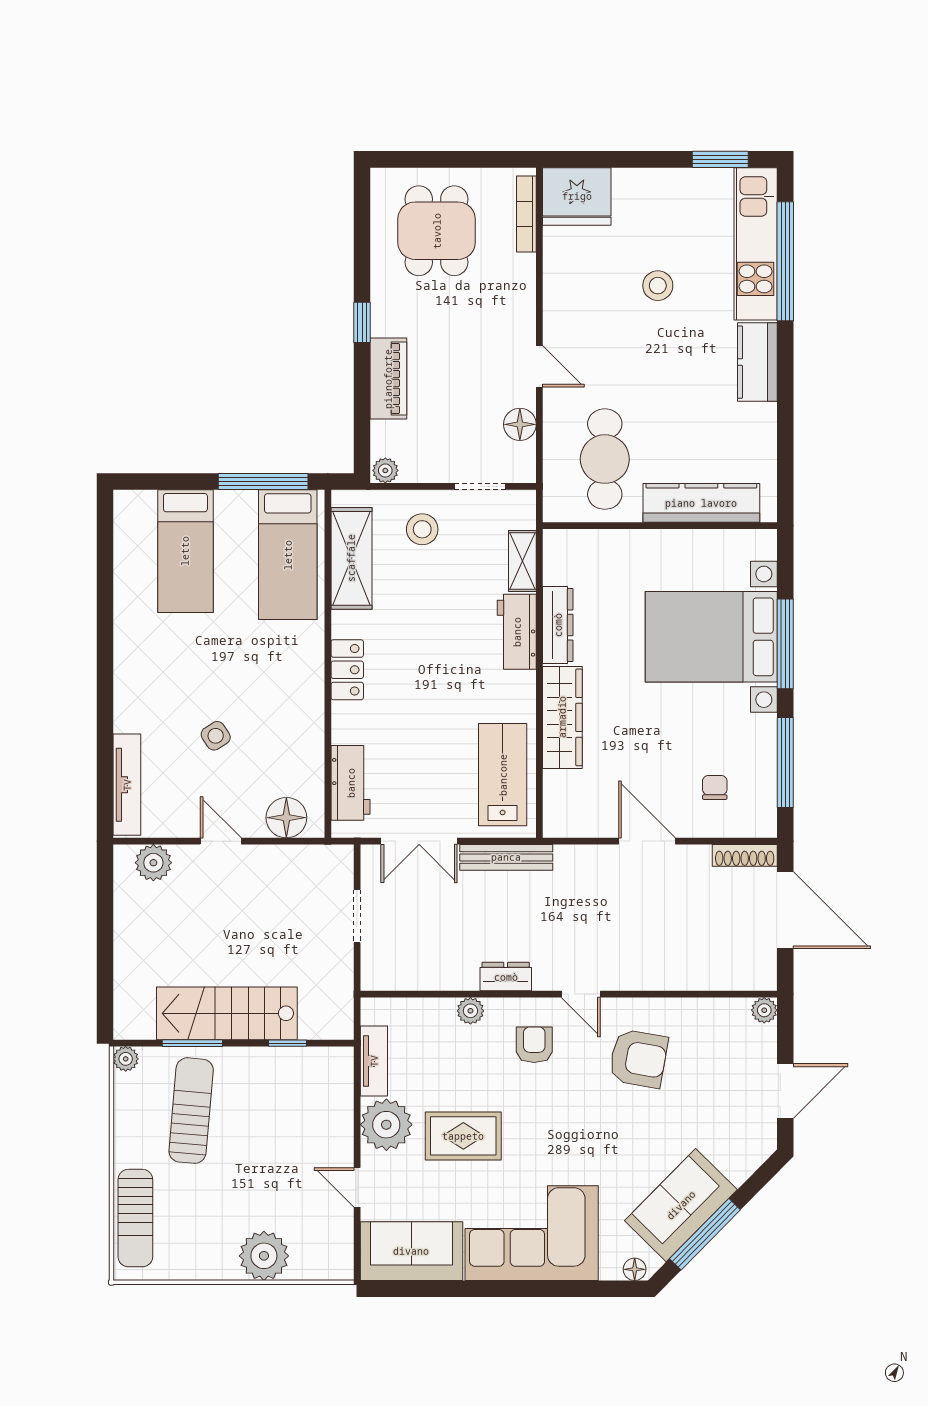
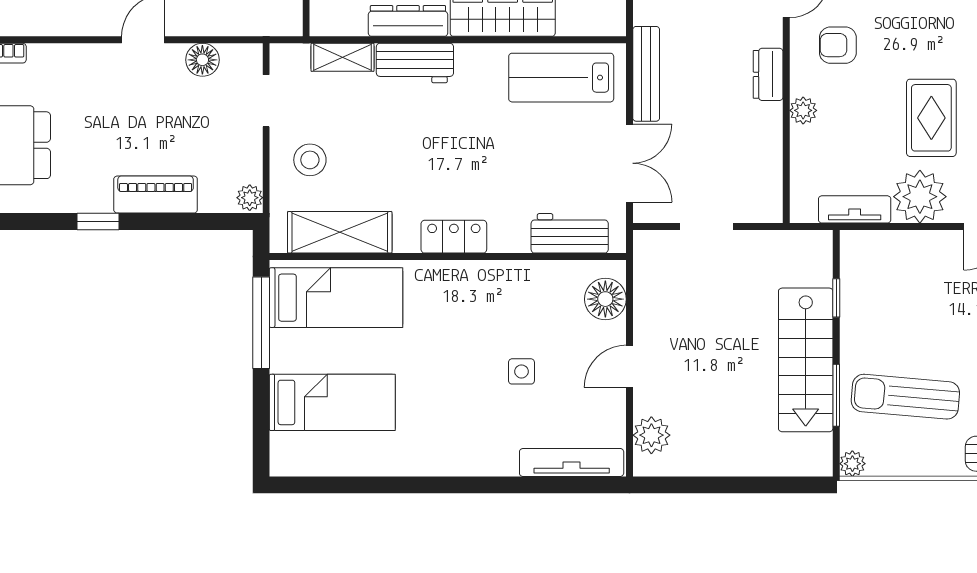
side table: (216, 736) -> (521, 371), turned 33

